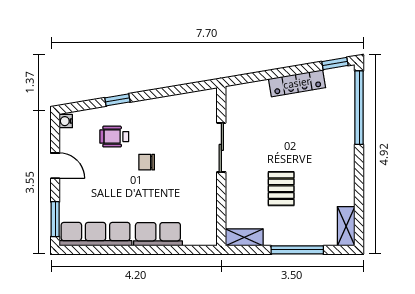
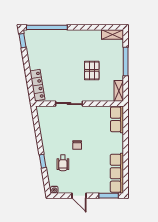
locker: (297, 83) -> (37, 85), moved
door: (55, 166) -> (79, 196), swing flipped
pallet: (281, 189) -> (92, 70), turned 90
row of seats: (158, 234) -> (117, 119), moved

